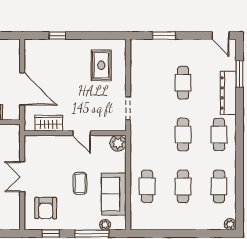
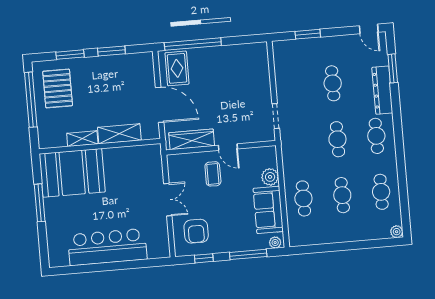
window: (57, 36) -> (193, 44), width x3.17
rug: (101, 65) -> (177, 68), moved
wardrobe: (49, 123) -> (192, 139), width x1.50
plant: (118, 143) -> (270, 177), moved
double door: (22, 177) -> (168, 200), swing flipped
coffee table: (80, 183) -> (213, 174), moved
plant: (105, 225) -> (275, 243), moved

